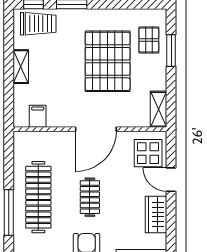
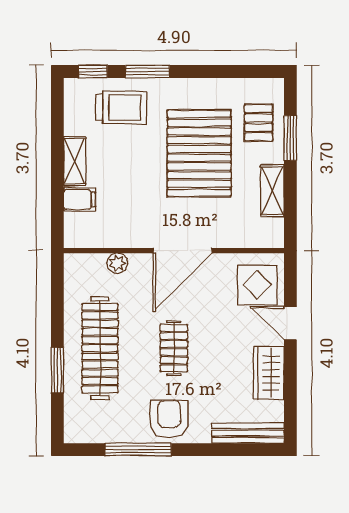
trolley: (38, 24) -> (121, 107), moved
shelving: (159, 109) -> (272, 191), moved
filing cabinet: (38, 116) -> (80, 199), moved, turned 90
plant: (50, 138) -> (117, 263), added
window: (9, 213) -> (57, 370), width x0.69

